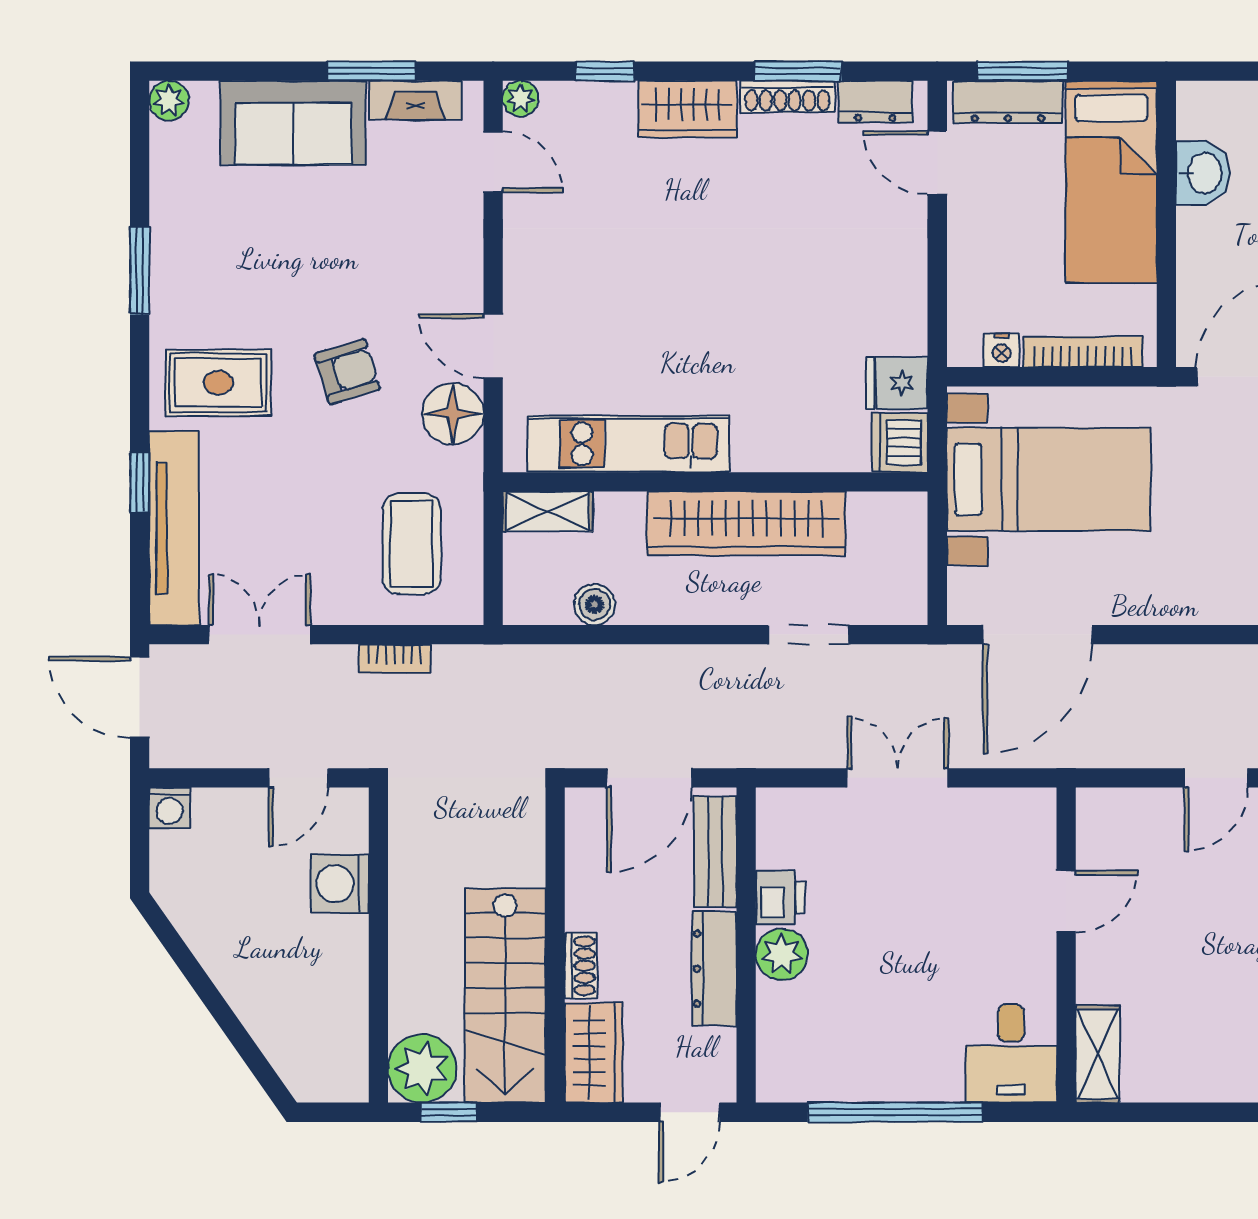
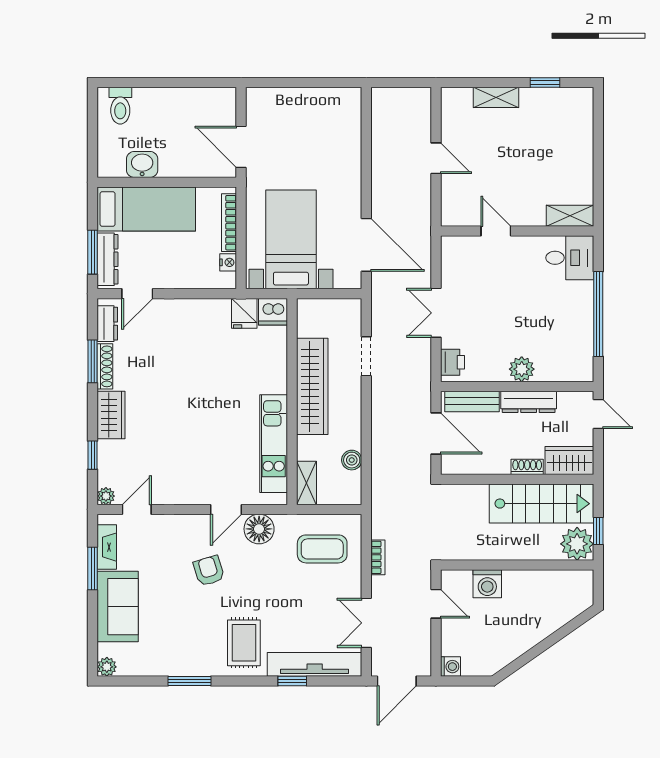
armchair: (347, 372) -> (209, 571), moved
printer: (780, 898) -> (452, 362), moved, turned 90

